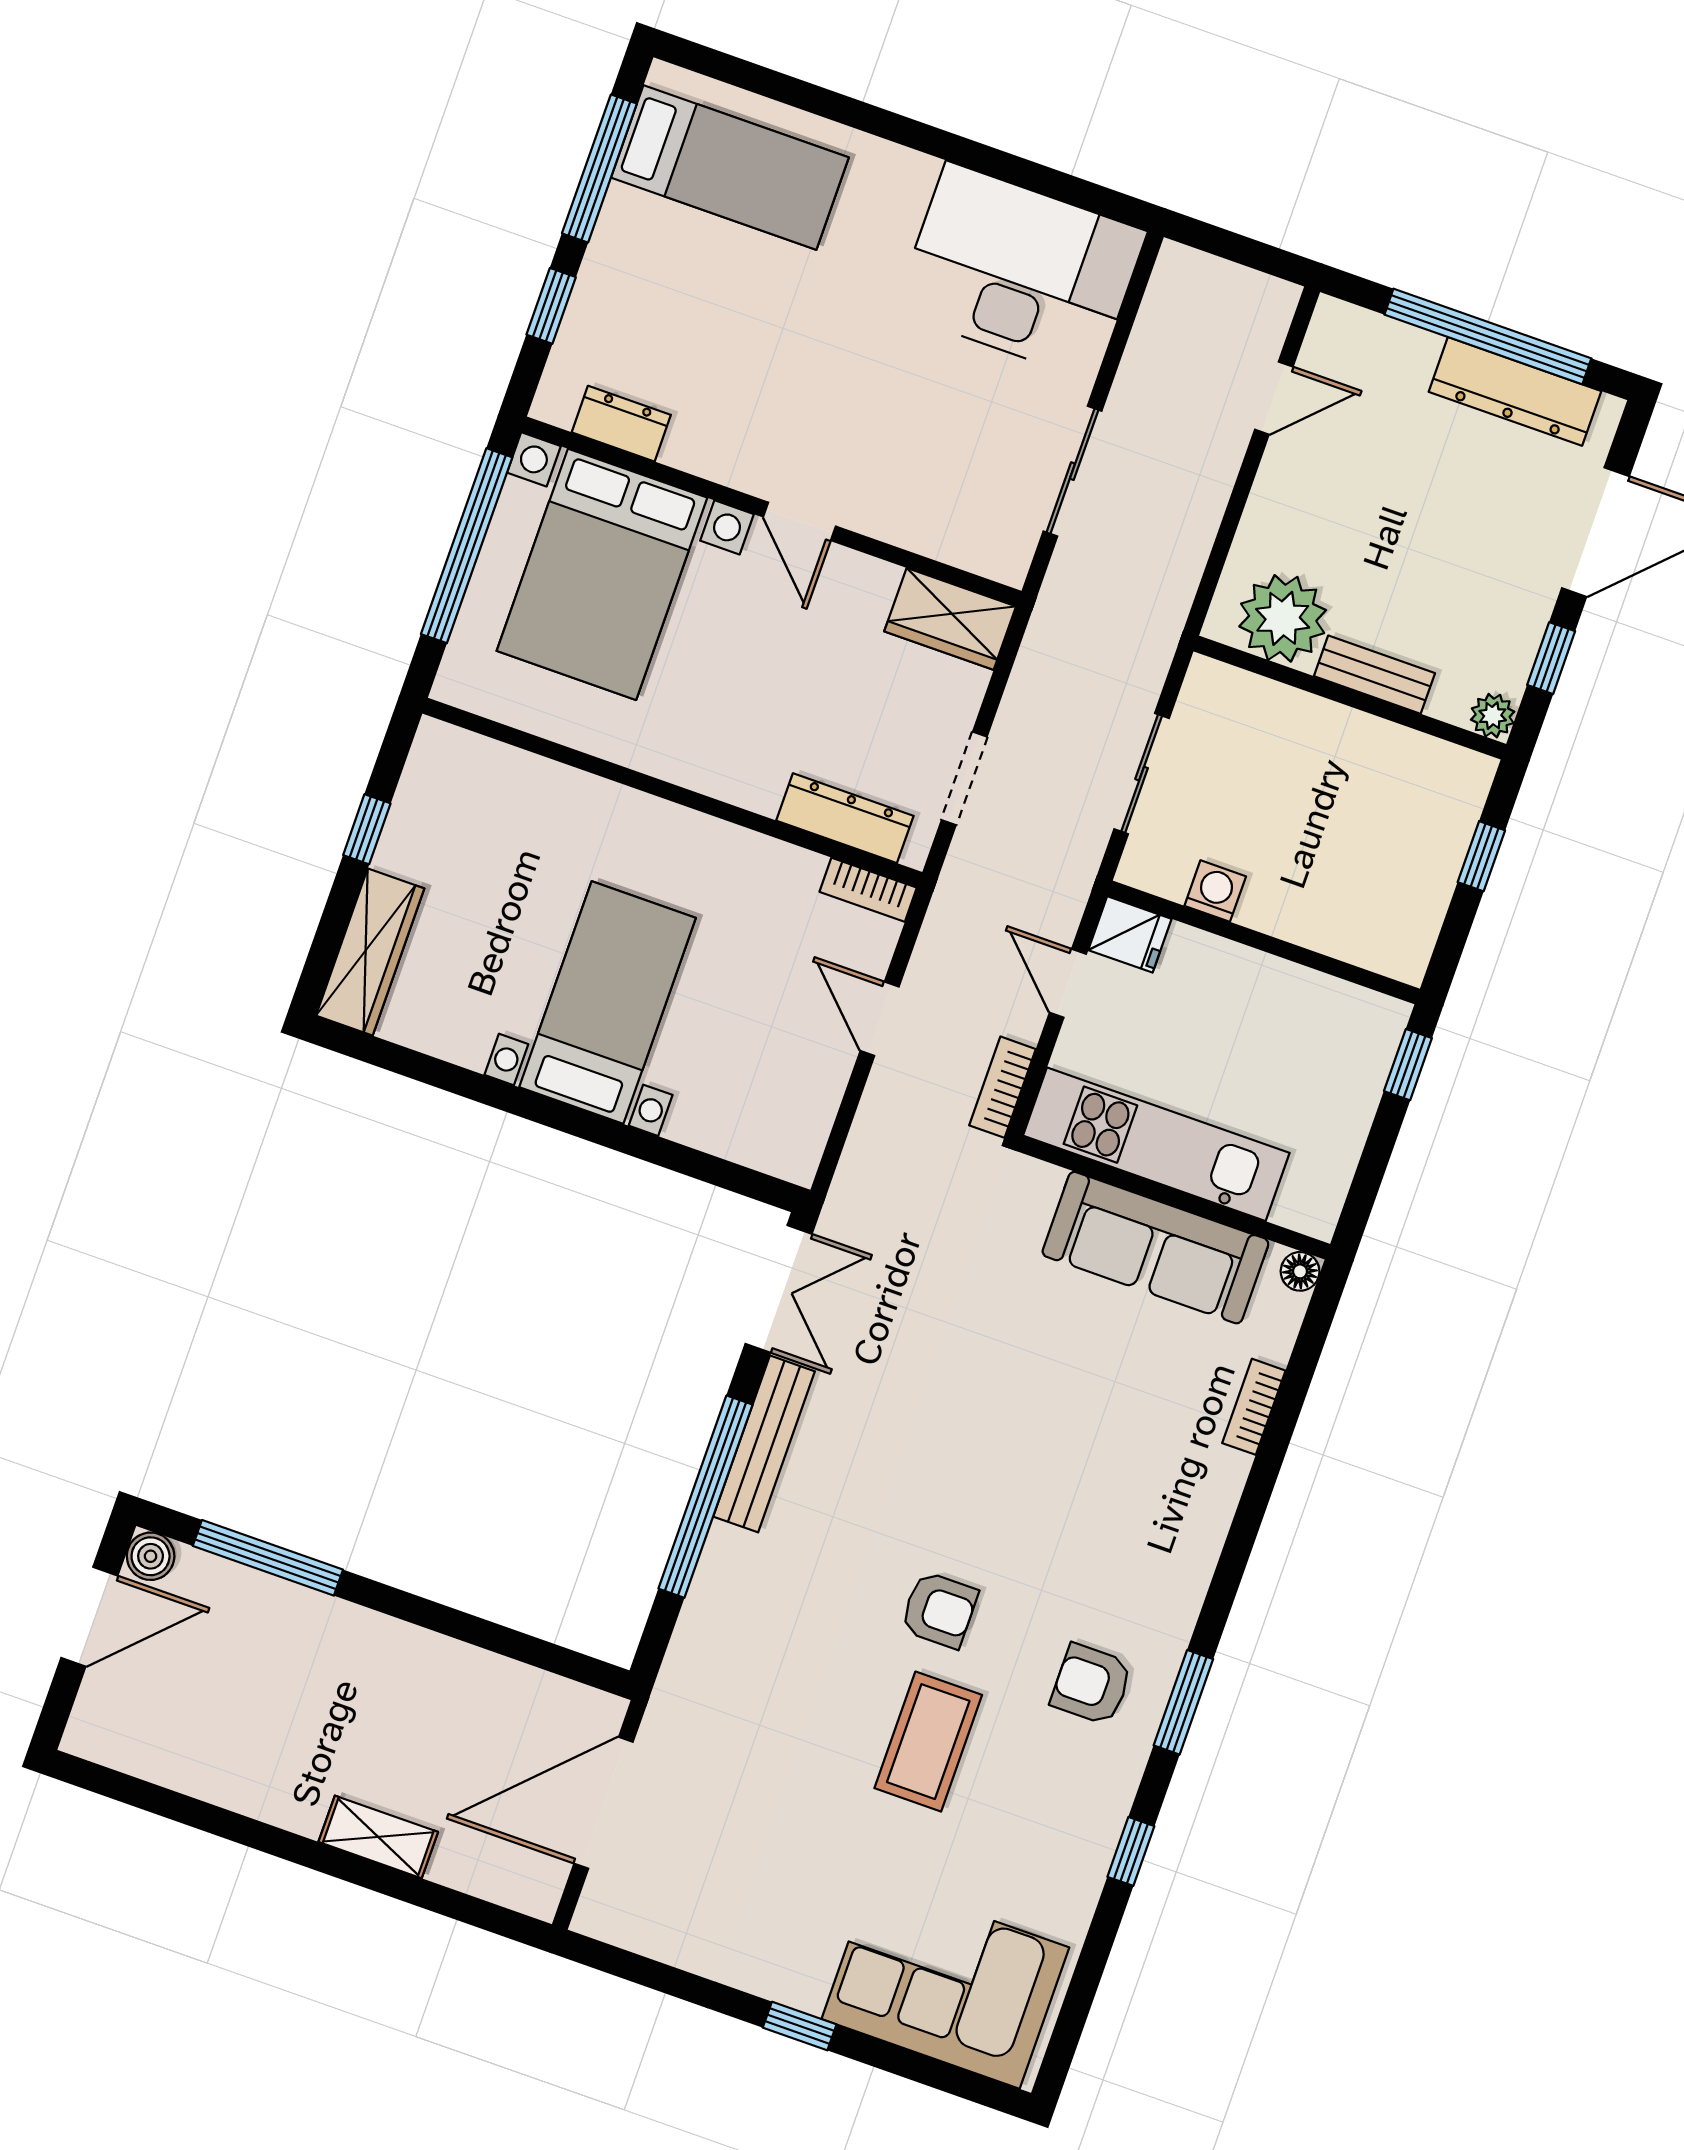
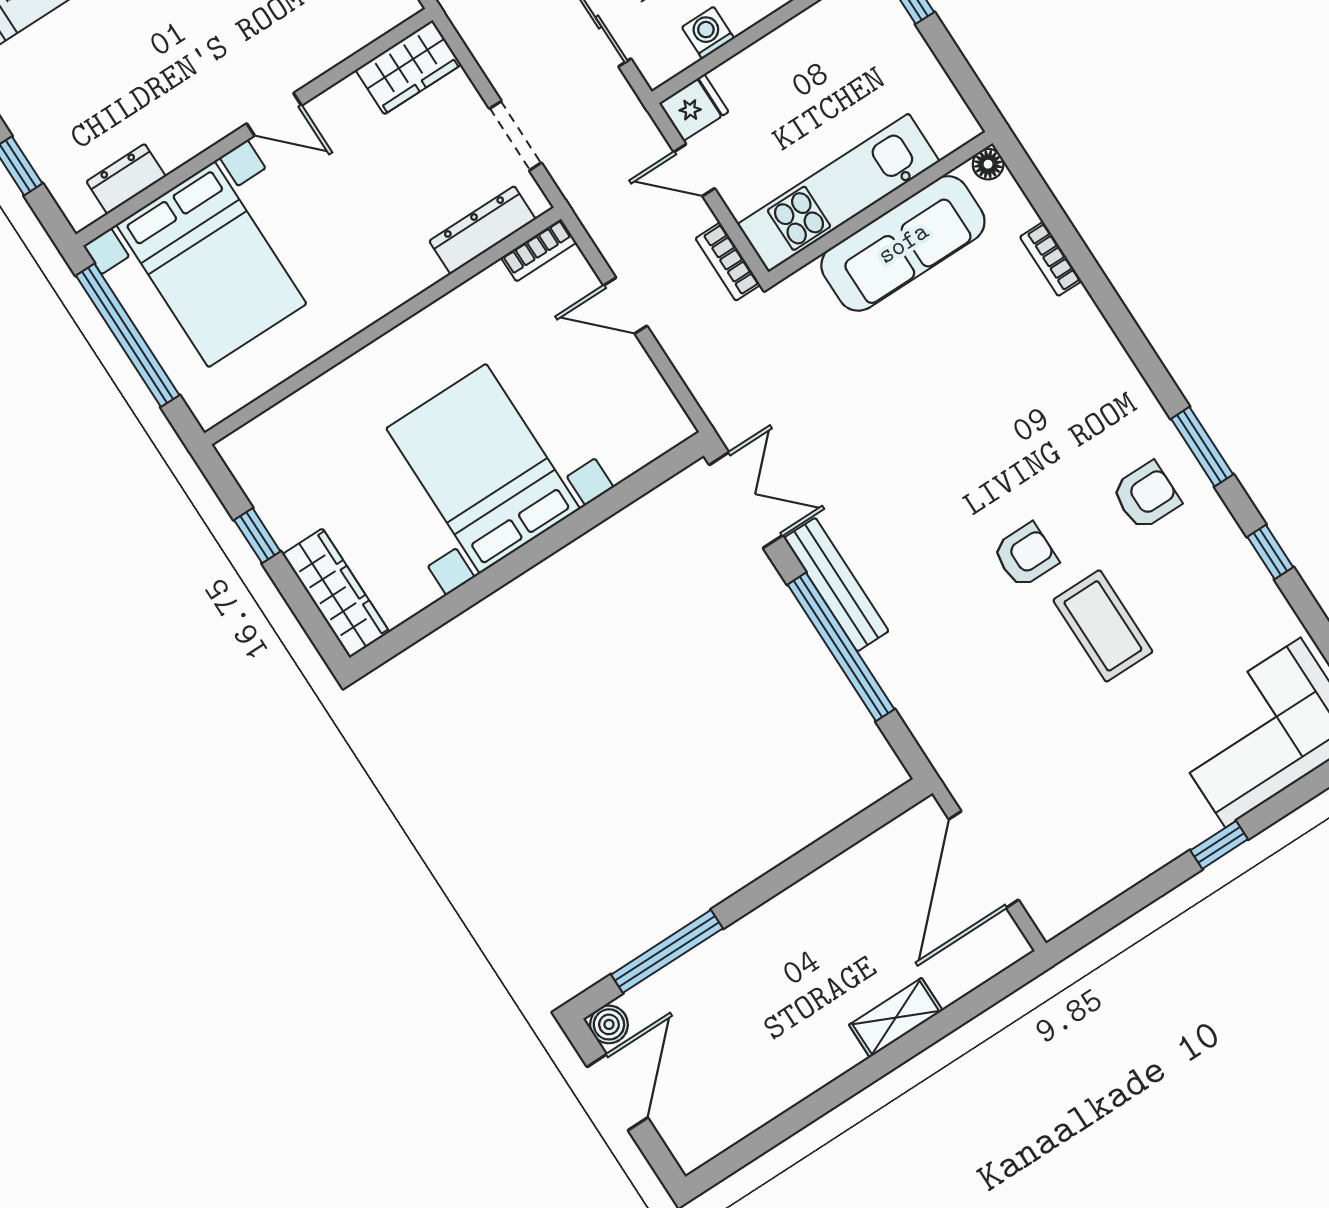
bed with nightstands: (608, 1003) -> (483, 469), width x1.36
armchair: (1091, 1684) -> (1146, 496), turned 180

